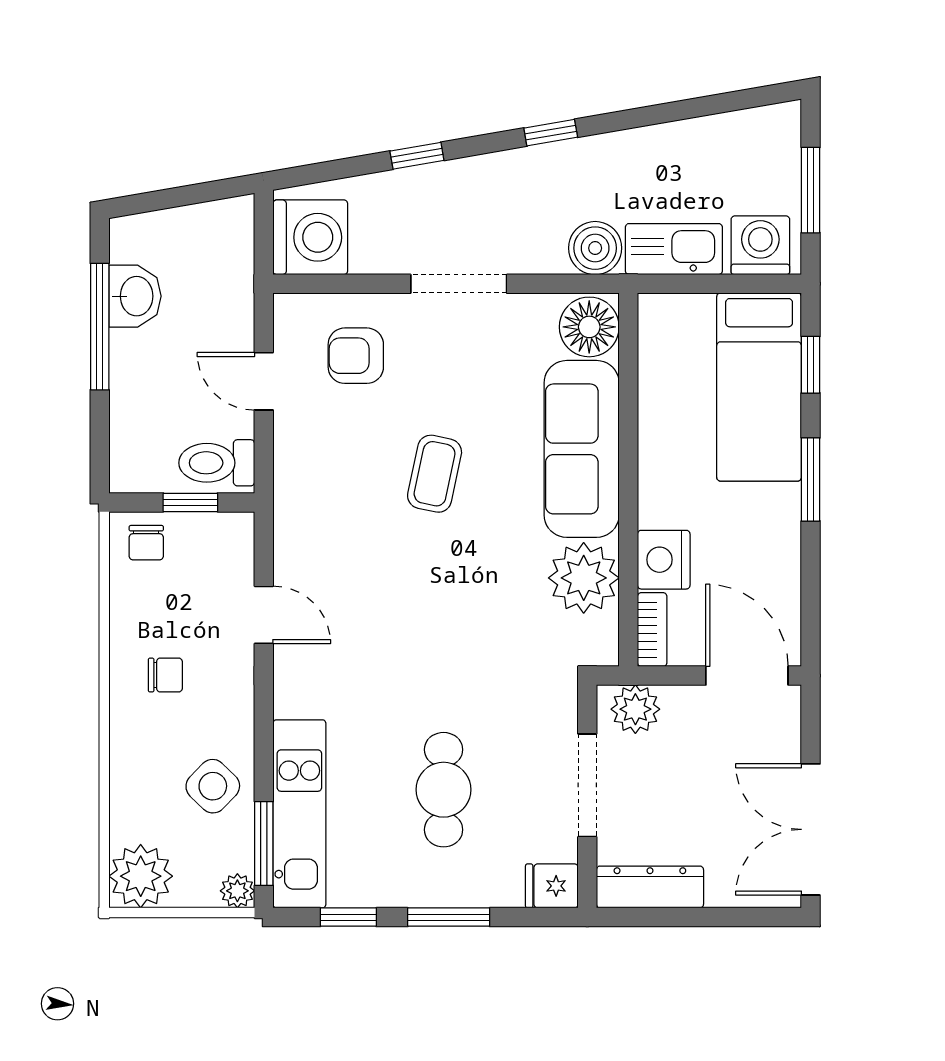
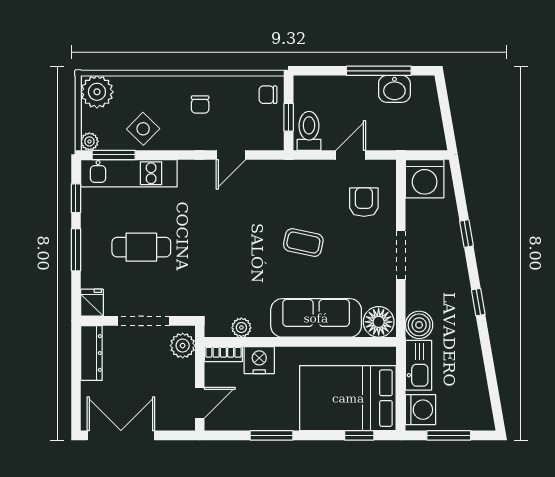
bed: (759, 387) -> (348, 398), width x1.50
window: (811, 479) -> (272, 435), moved
plant: (584, 578) -> (241, 328), width x0.53, depth x0.53
door: (747, 676) -> (200, 403), width x0.73

